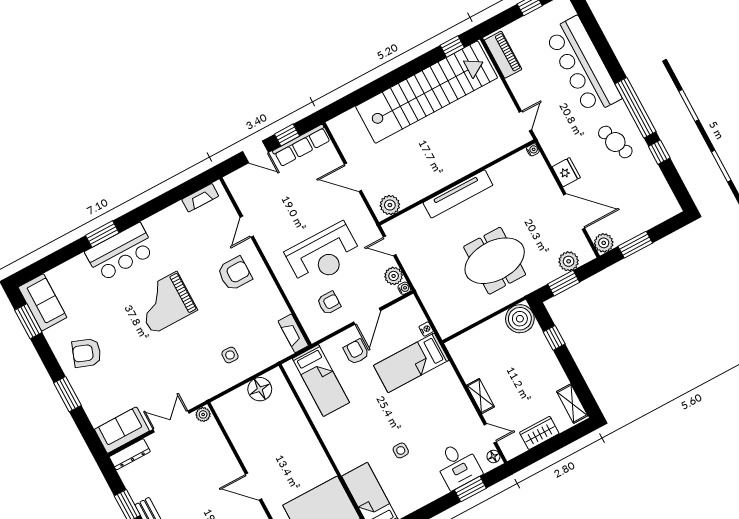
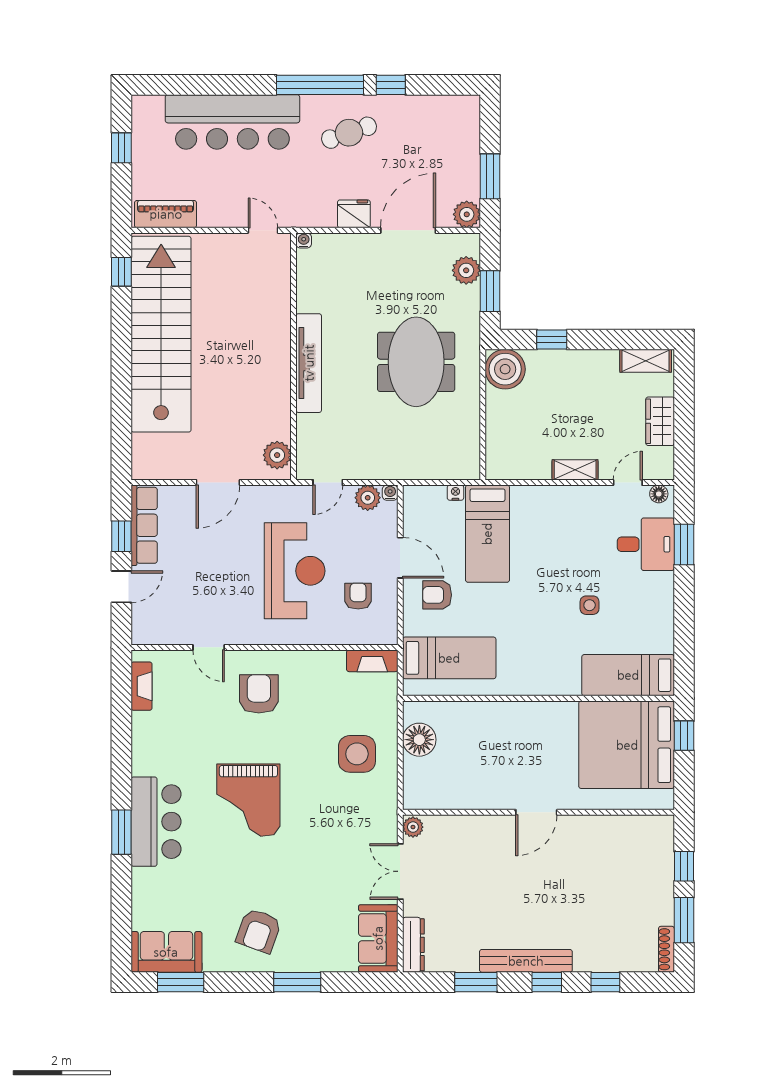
side table: (230, 355) -> (357, 754), width x1.87, depth x1.87

